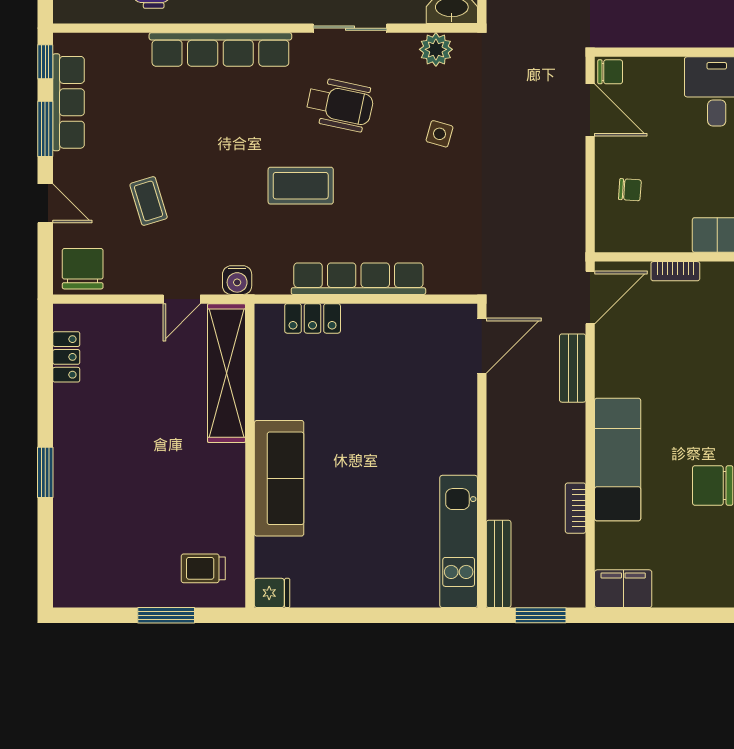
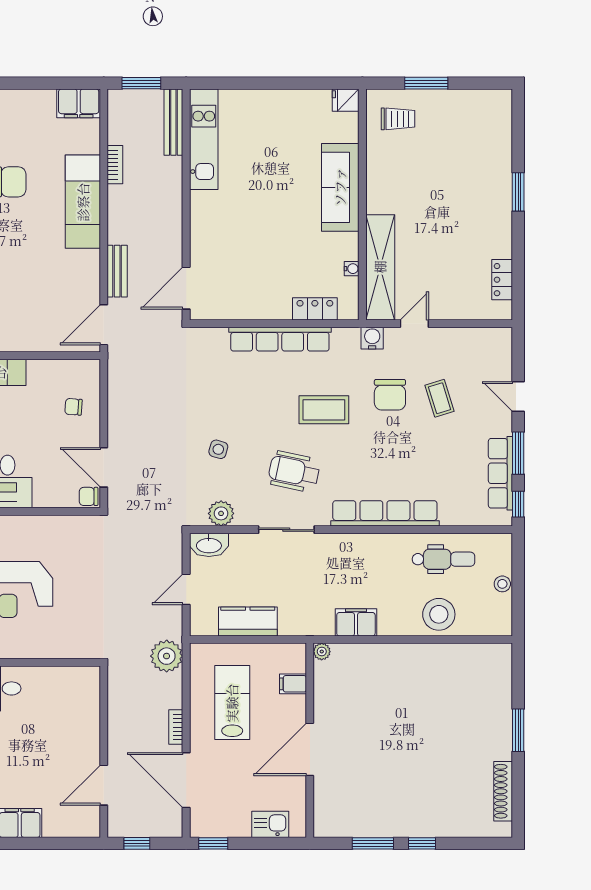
chair: (83, 269) -> (390, 395), moved
bookcase: (675, 271) -> (39, 345), removed
water cooler: (264, 371) -> (352, 269), added

